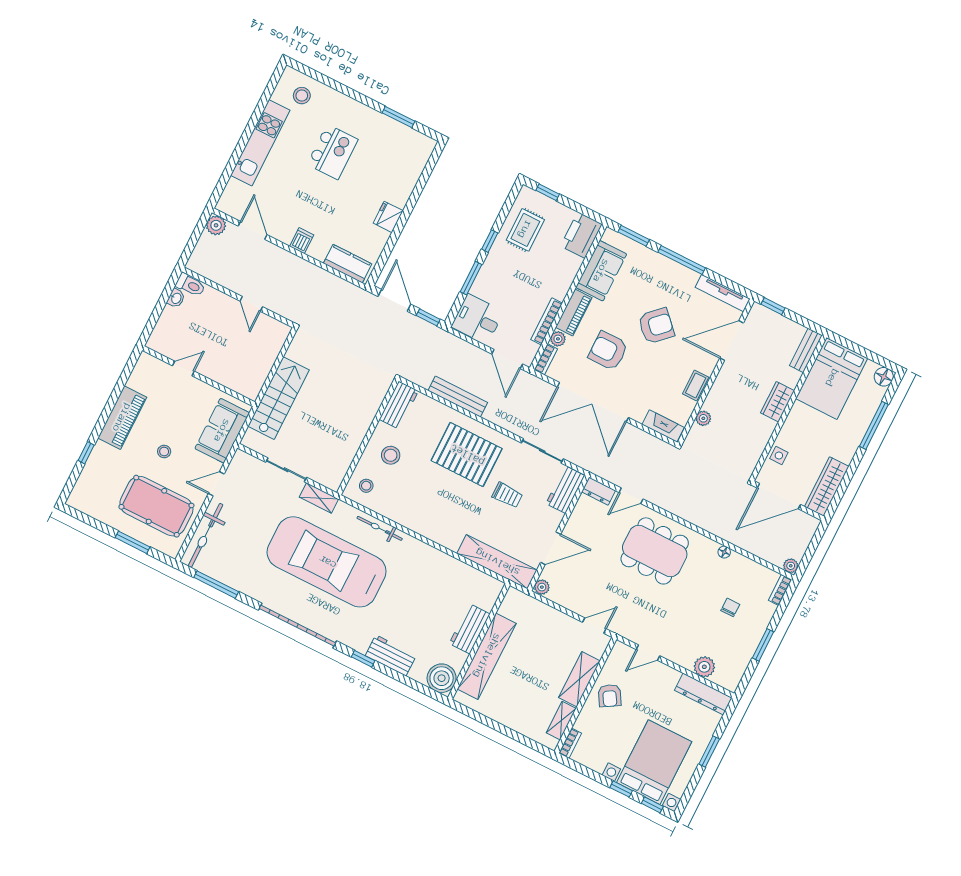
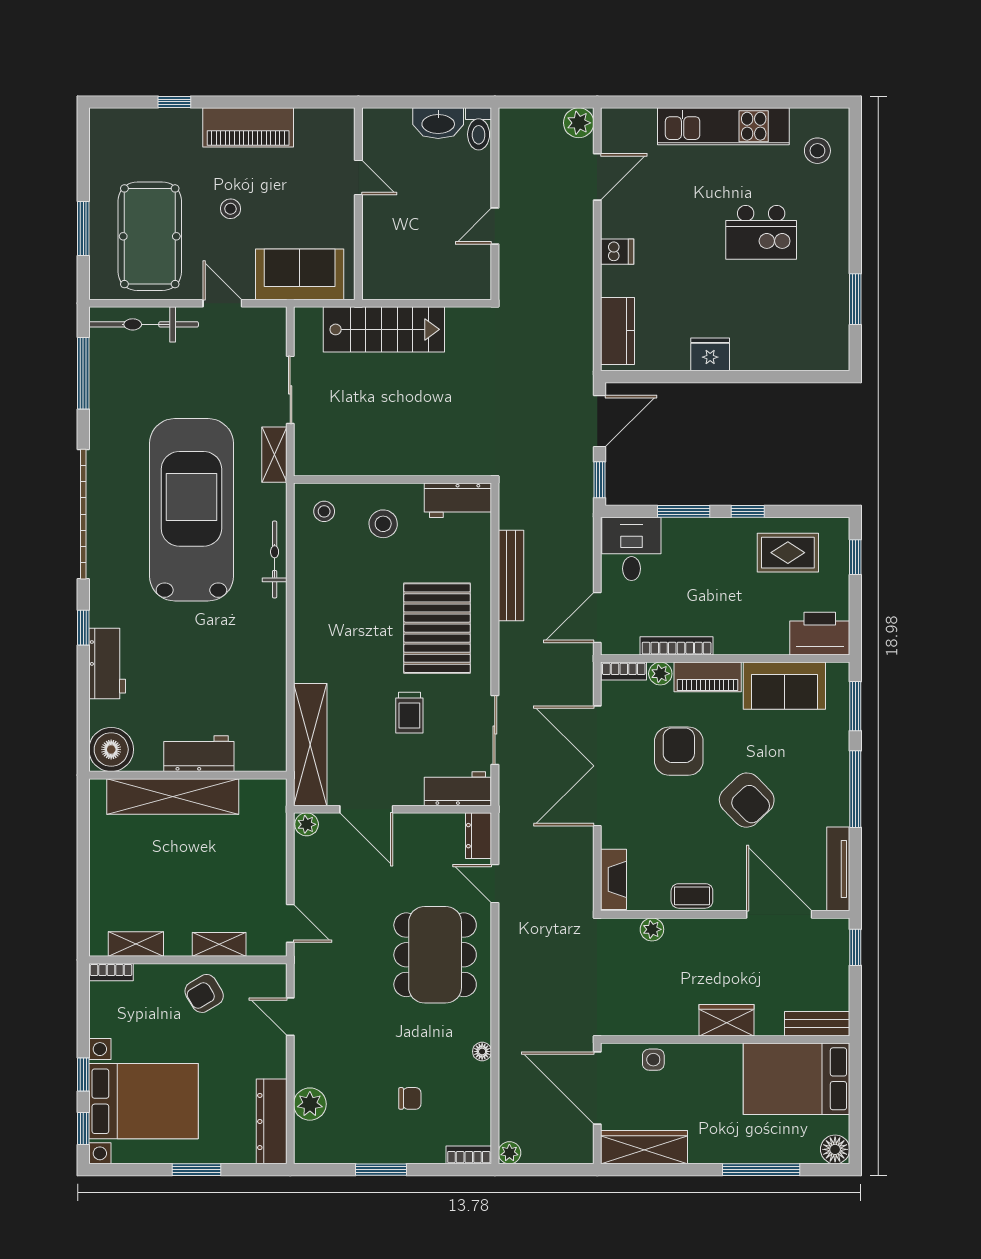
washbasin: (176, 298) -> (438, 123), width x1.91, depth x1.45
shelving: (579, 679) -> (219, 944), width x0.67, depth x0.75

